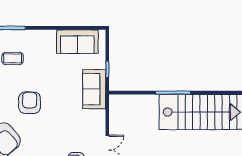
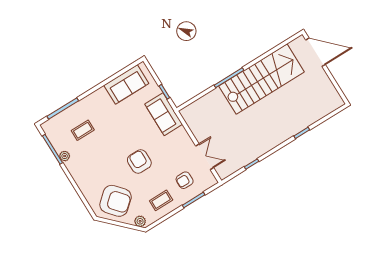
armchair: (30, 103) -> (139, 162), moved

